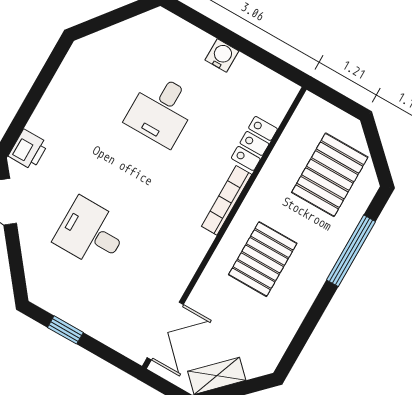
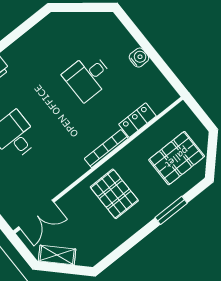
window: (351, 251) -> (171, 210), width x0.69
pallet: (263, 259) -> (114, 194), turned 90

